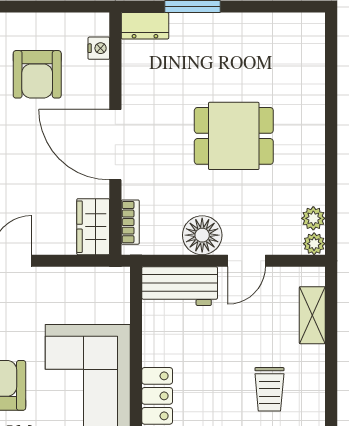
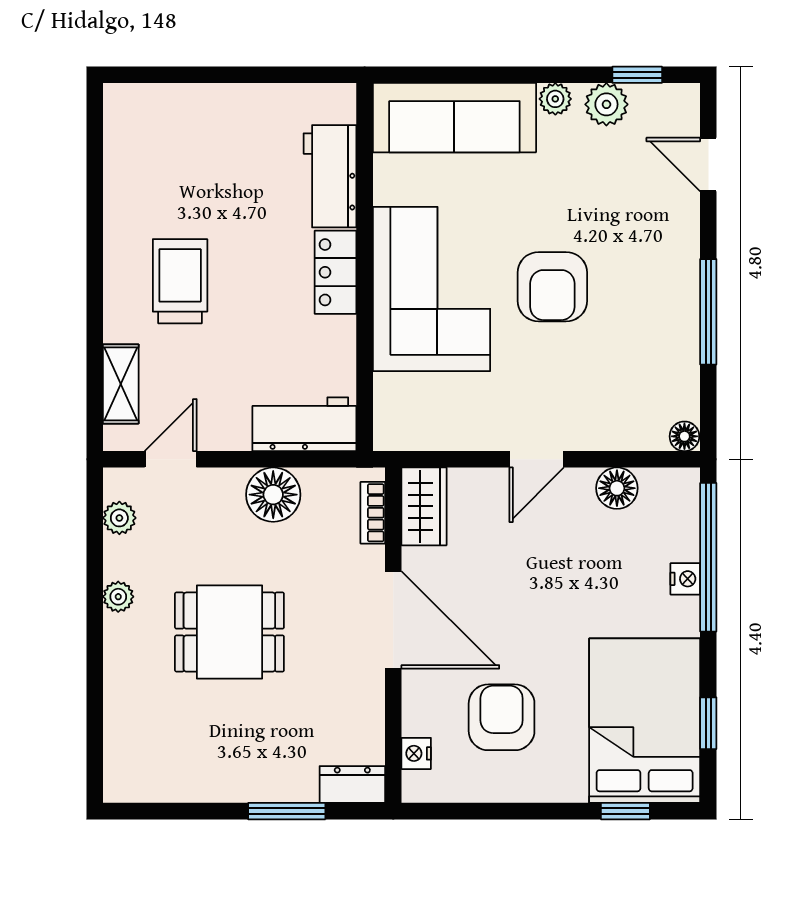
plant: (314, 244) -> (118, 597), moved
door: (246, 261) -> (171, 459), moved
trolley: (269, 389) -> (180, 281), width x1.36, depth x1.39

